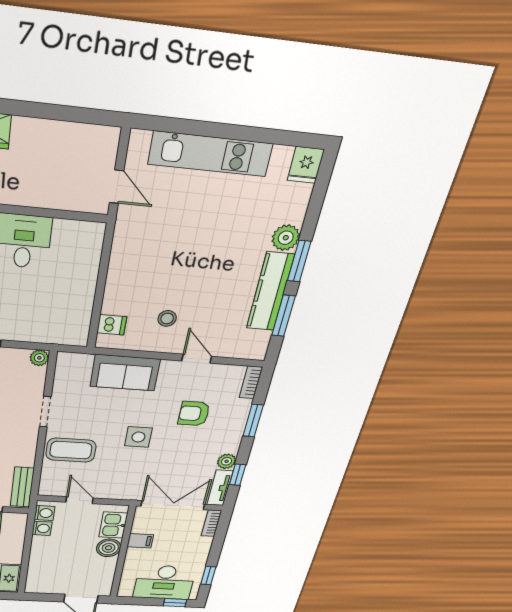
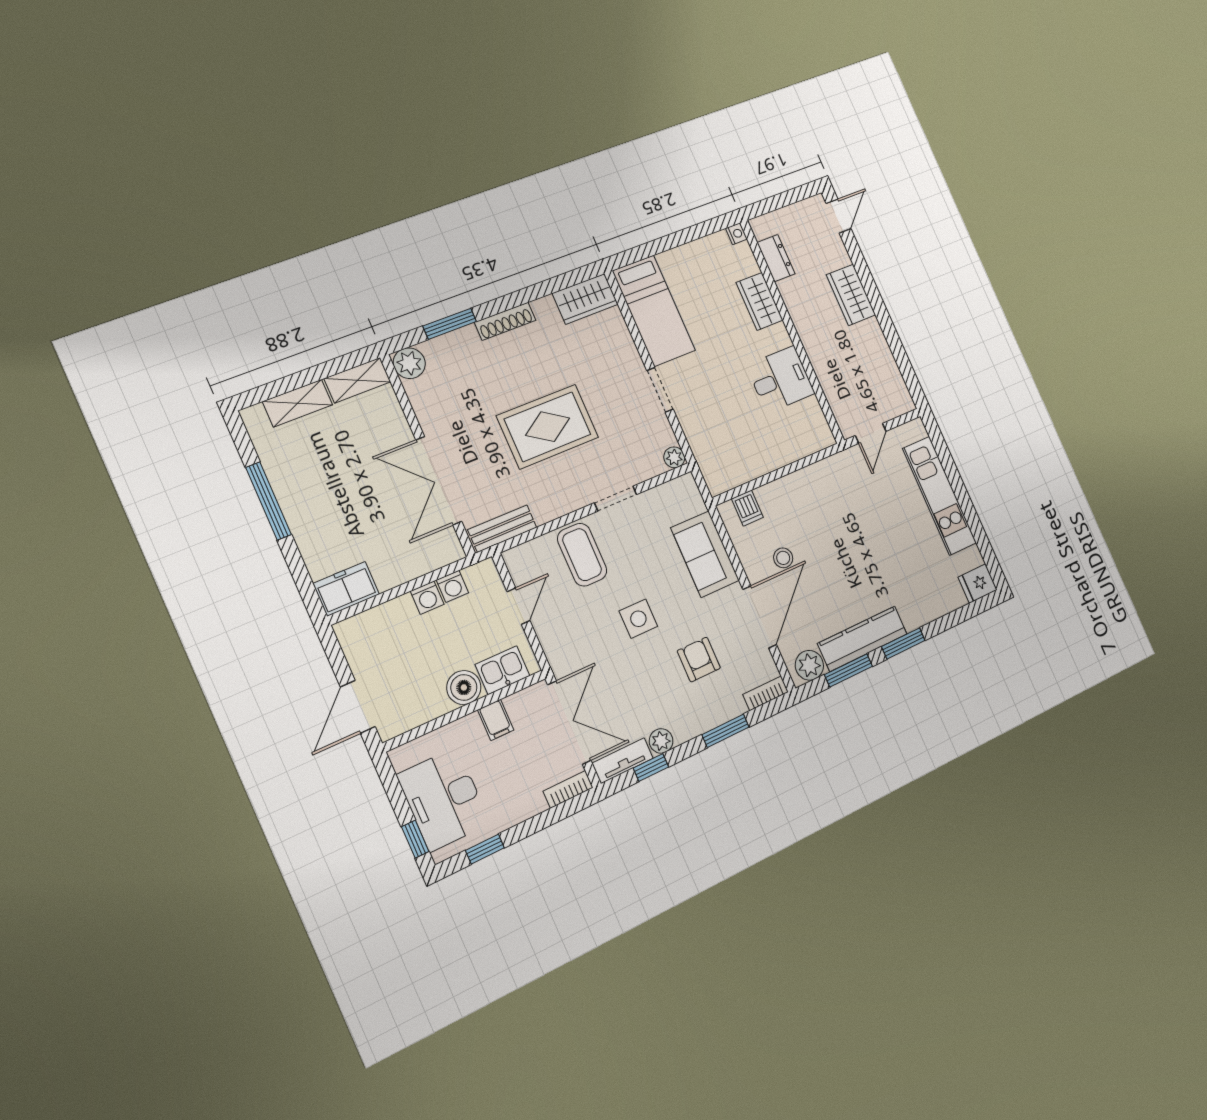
plant: (286, 238) -> (809, 665), moved
door: (197, 359) -> (760, 617), width x1.87
washing machine: (44, 513) -> (427, 598), moved

